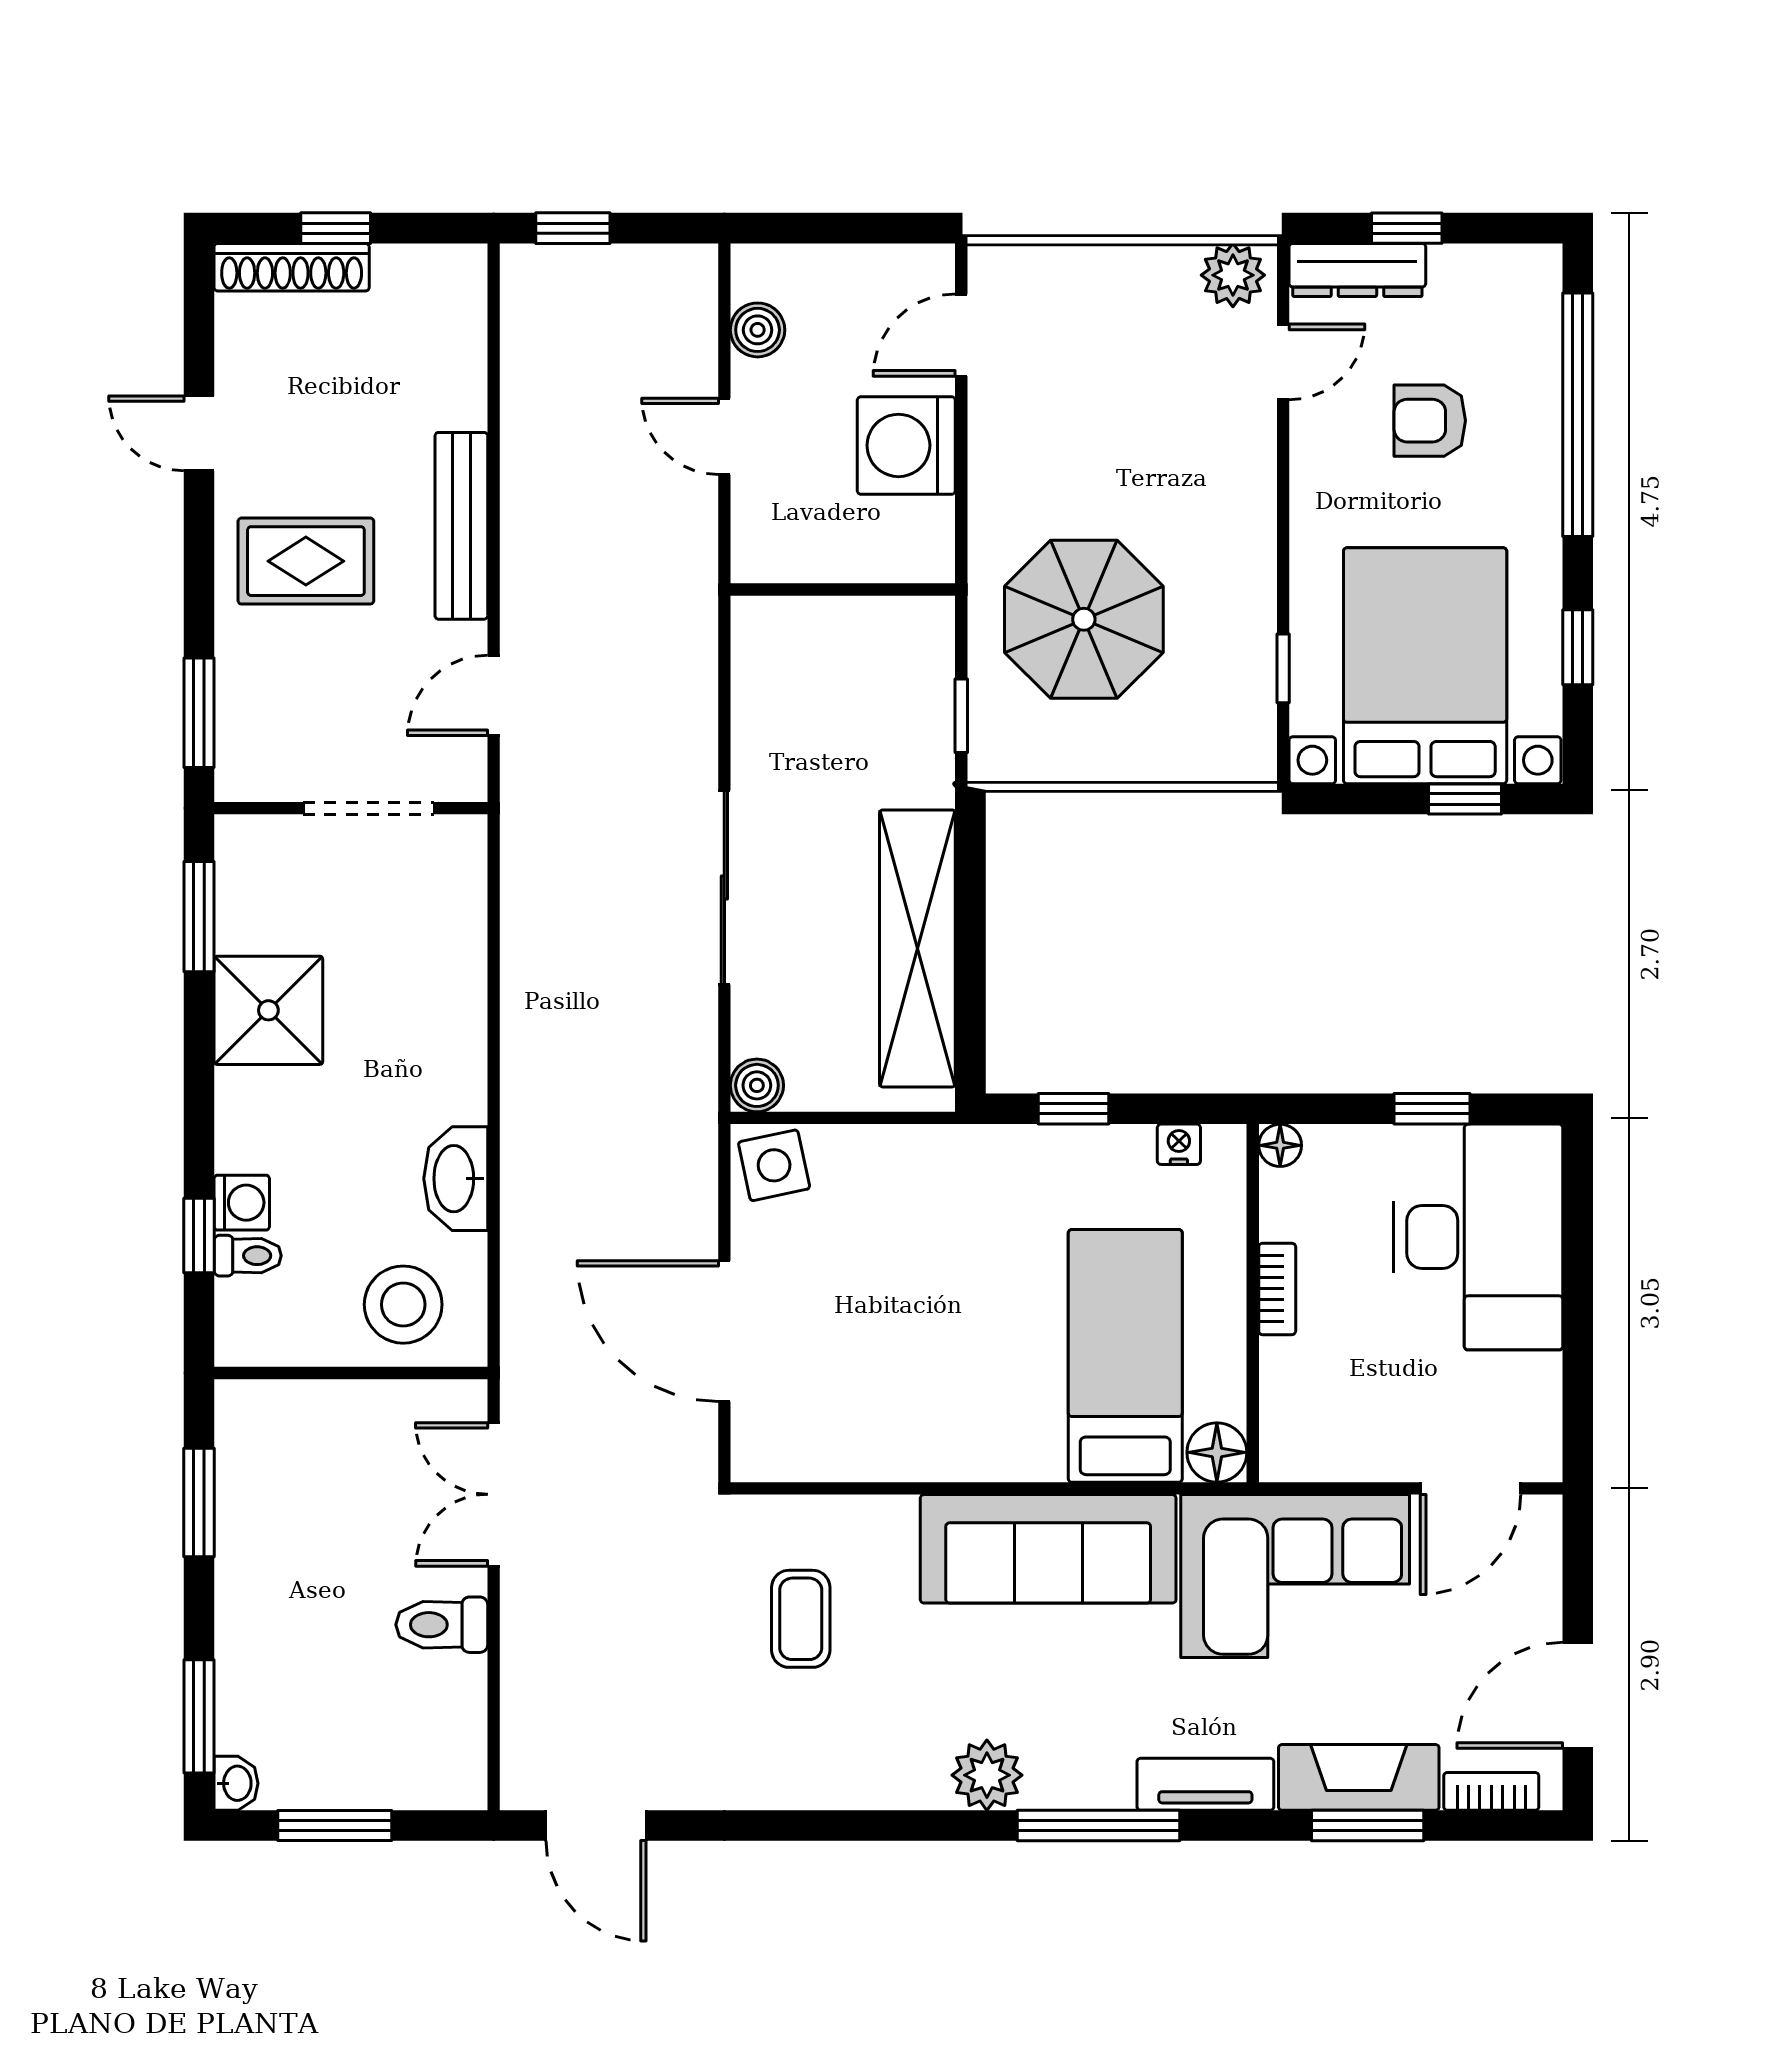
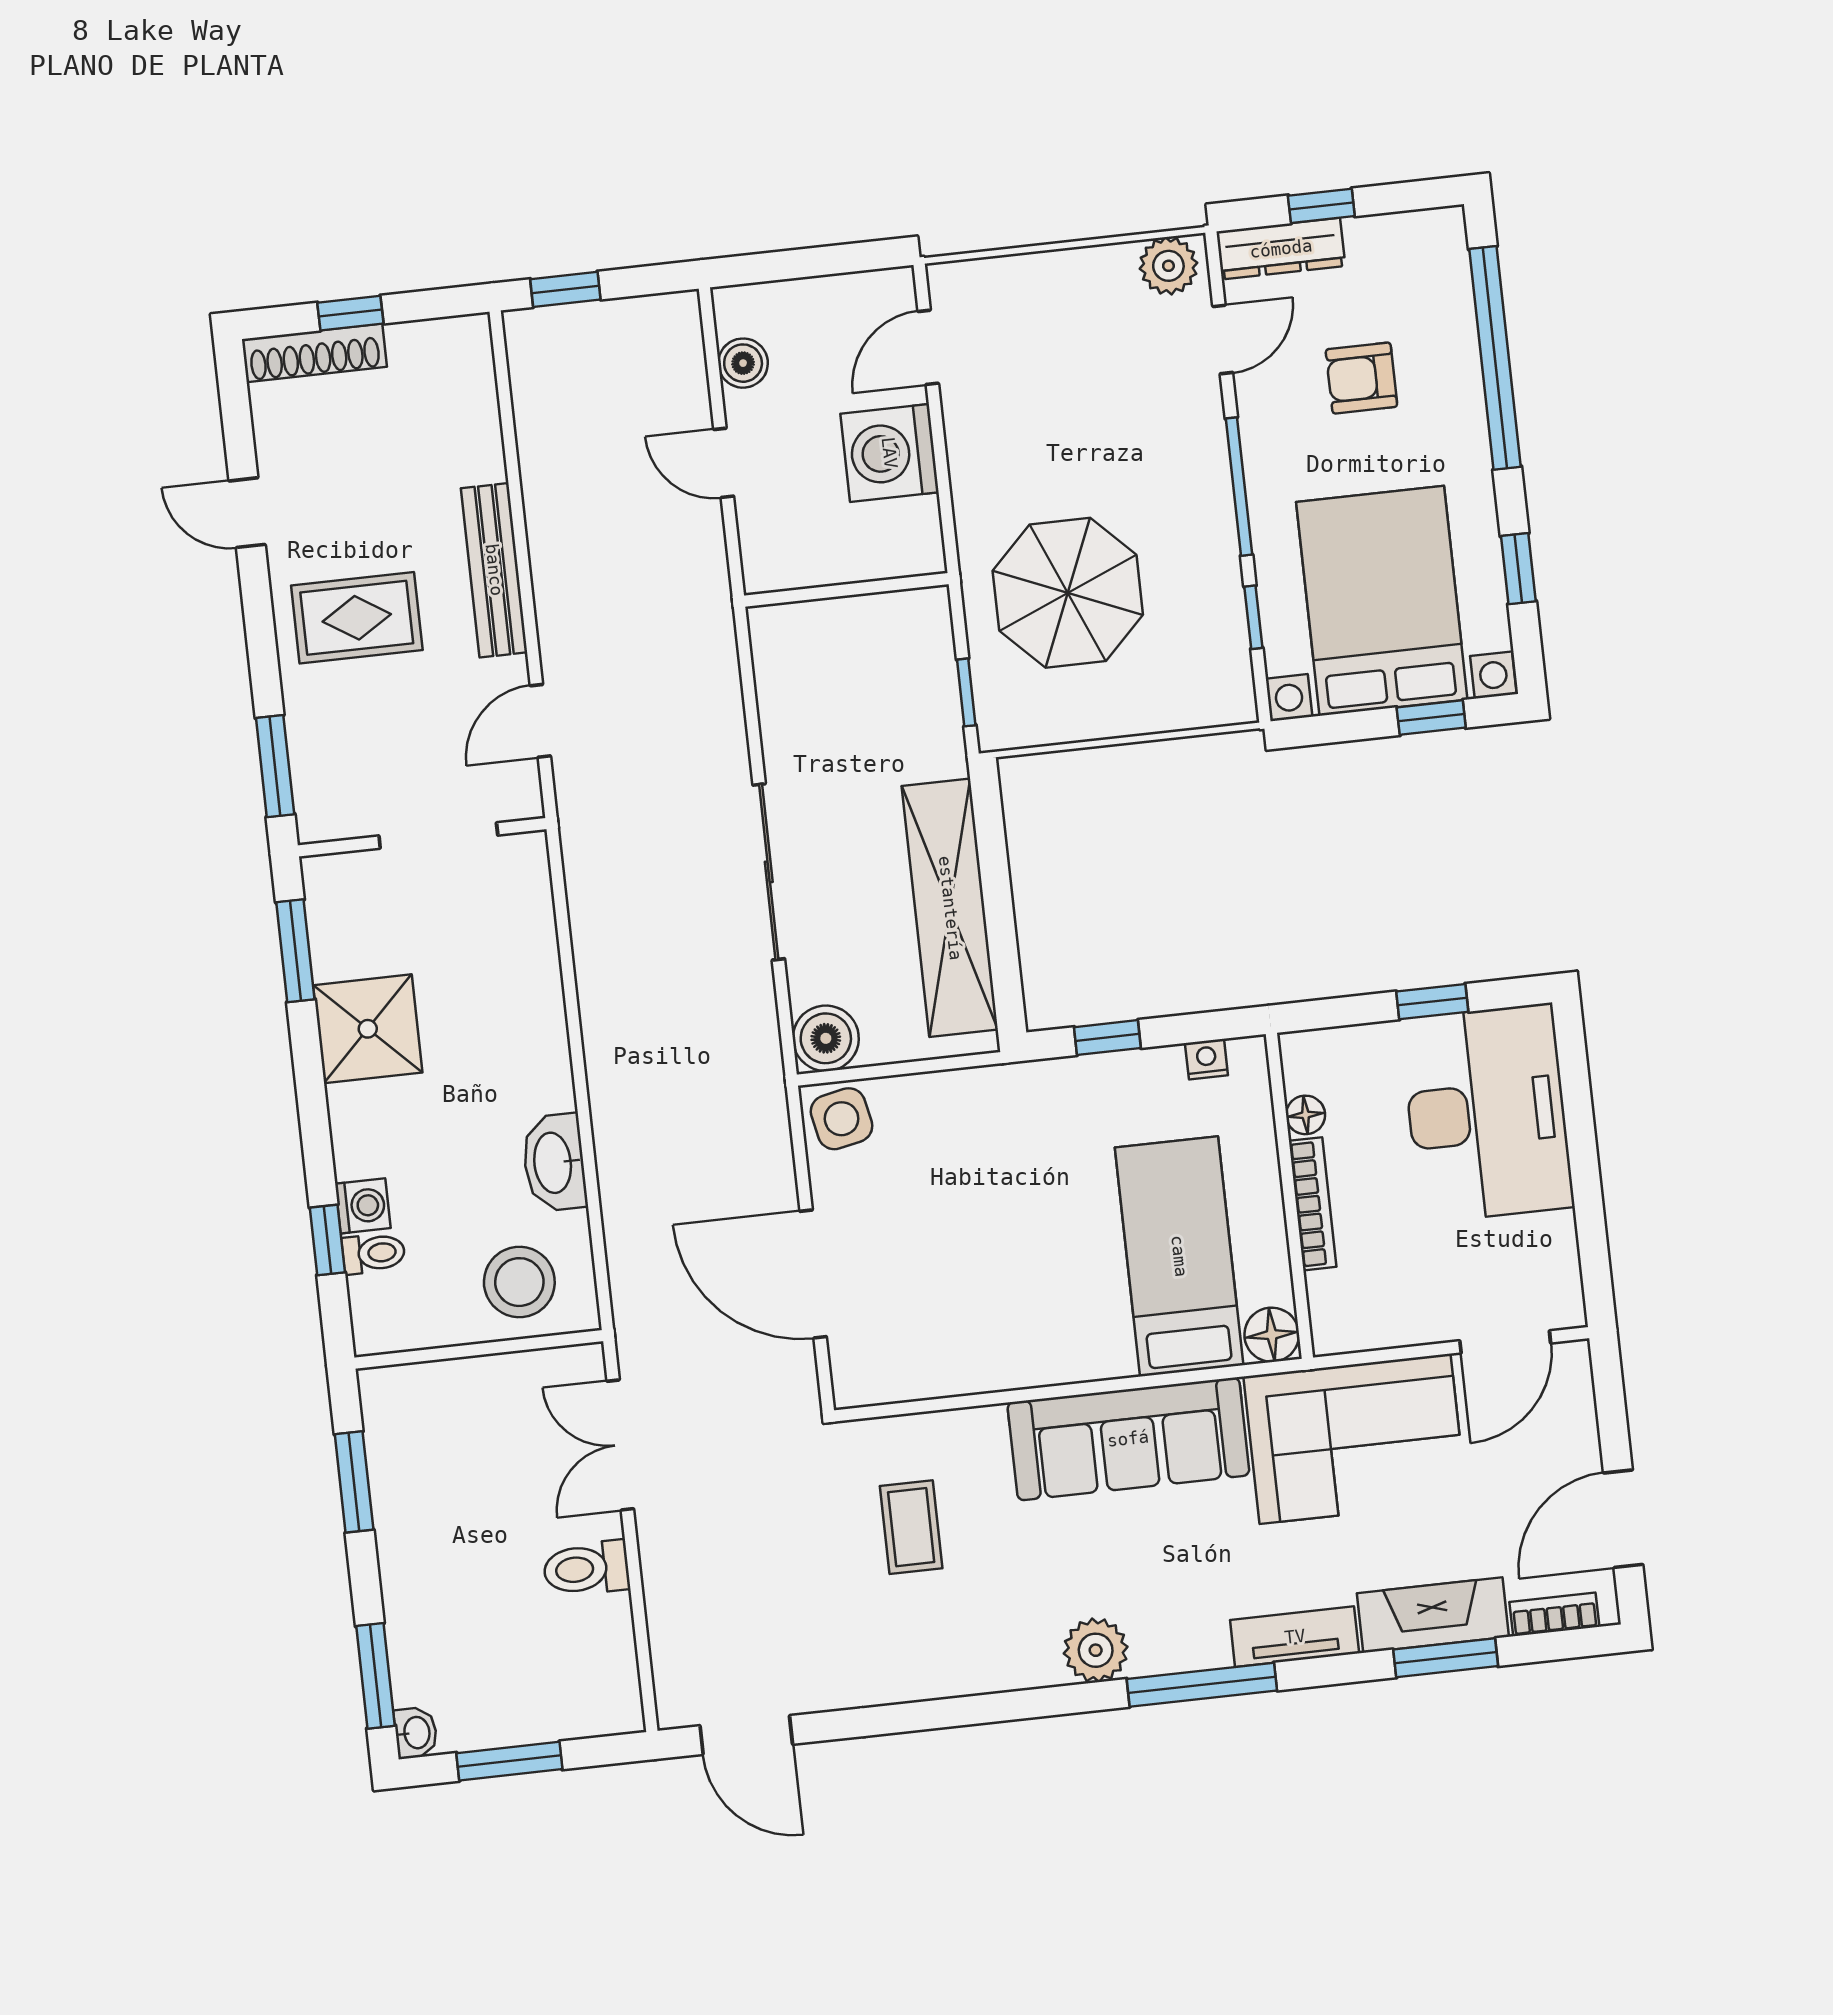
window: (1283, 524) -> (1239, 487), added
boiler: (757, 1085) -> (826, 1038), width x1.36, depth x1.36
floor lamp: (1280, 1145) -> (1306, 1115), moved
bookcase: (1277, 1289) -> (1313, 1204), width x1.56

